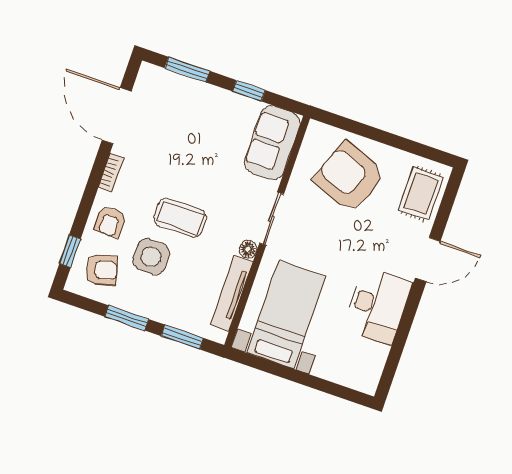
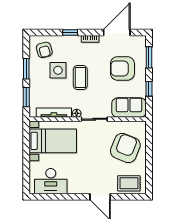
armchair: (110, 222) -> (122, 68), moved, width x1.88, depth x1.88
window: (70, 251) -> (70, 32), moved
desk: (378, 306) -> (51, 181), moved

